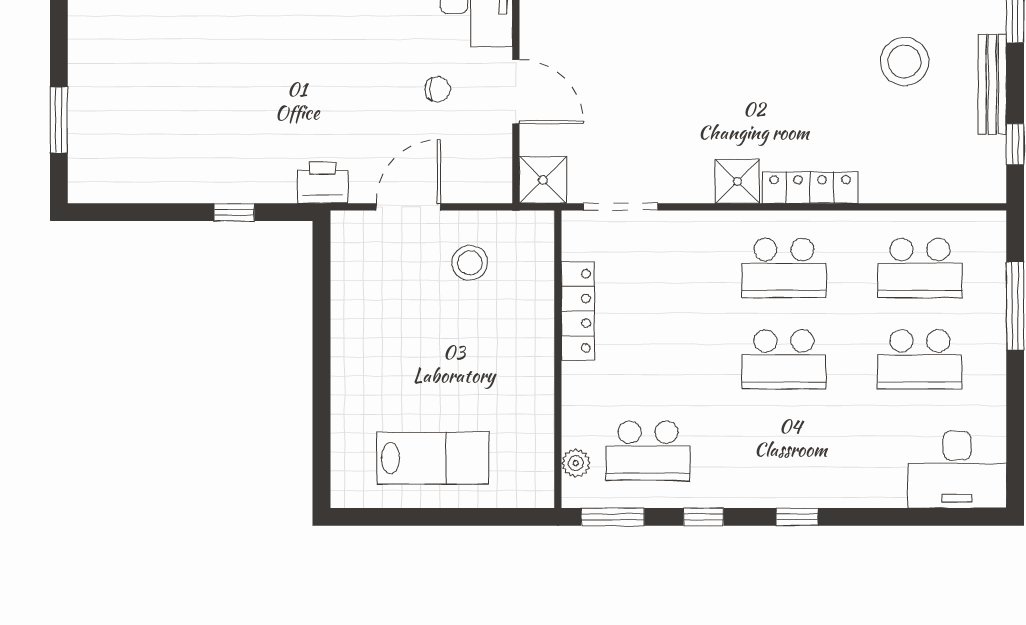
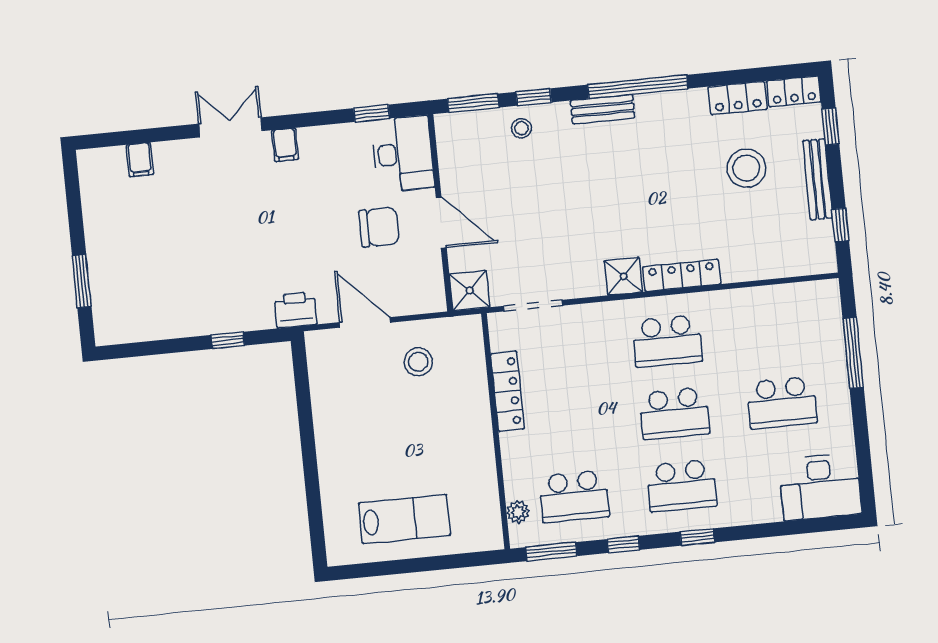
chair: (438, 89) -> (379, 227), width x1.87, depth x1.87
door: (408, 207) -> (365, 322), hinge flipped
school desk: (920, 268) -> (682, 486), moved

